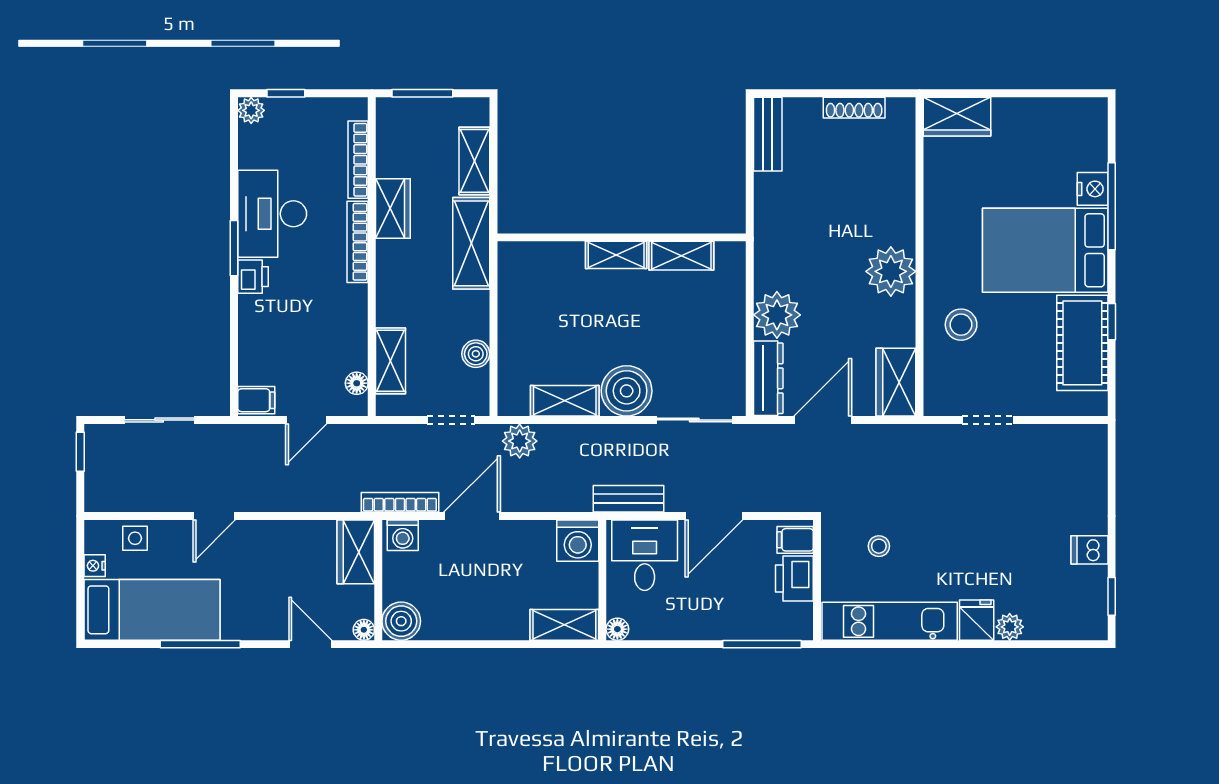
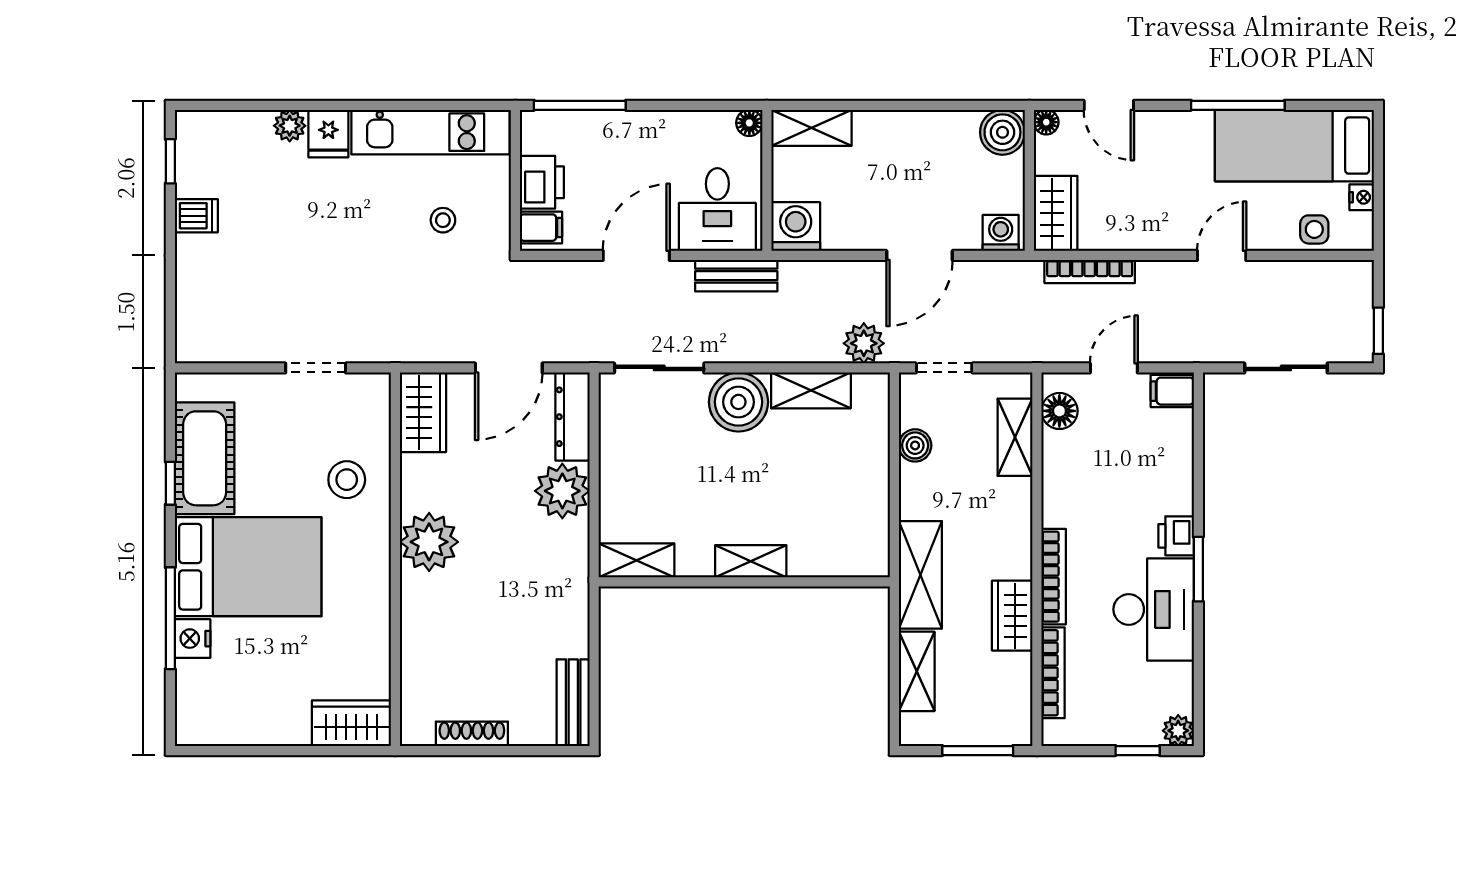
shelving: (681, 256) -> (637, 560), moved
floor lamp: (357, 383) -> (1059, 411), width x1.37, depth x1.37
bookcase: (400, 502) -> (1090, 272), moved

